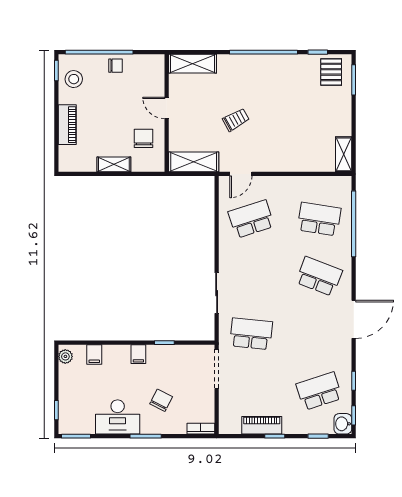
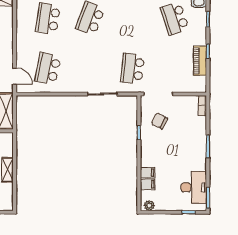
school desk: (251, 219) -> (48, 69), turned 30
filing cabinet: (138, 354) -> (147, 173), moved
chair: (161, 400) -> (159, 121), moved
desk: (118, 417) -> (194, 187), moved

